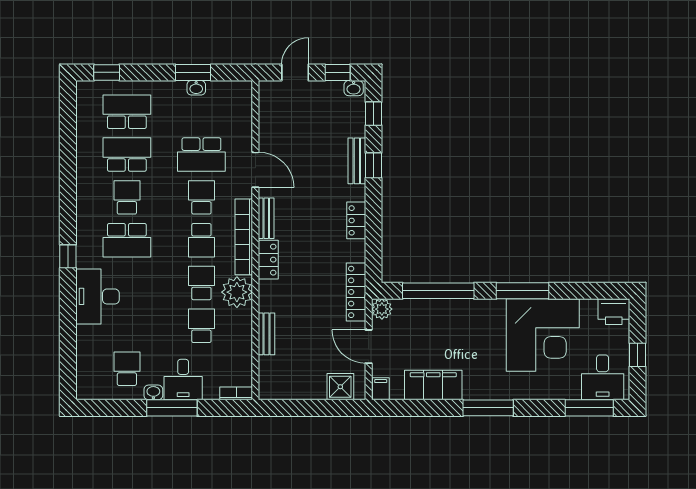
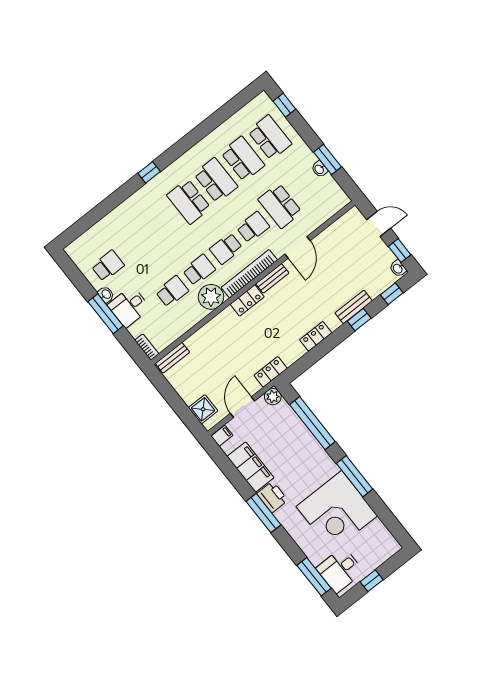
school desk: (127, 197) -> (216, 180), width x1.85
locker: (356, 292) -> (271, 372), width x0.66
desk: (97, 296) -> (139, 211), removed
printer: (614, 312) -> (272, 497), moved, turned 180
bench: (267, 334) -> (172, 358), moved

